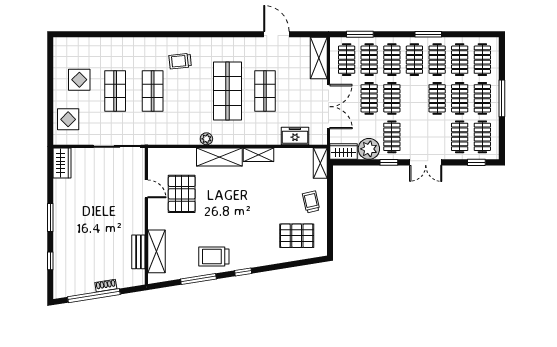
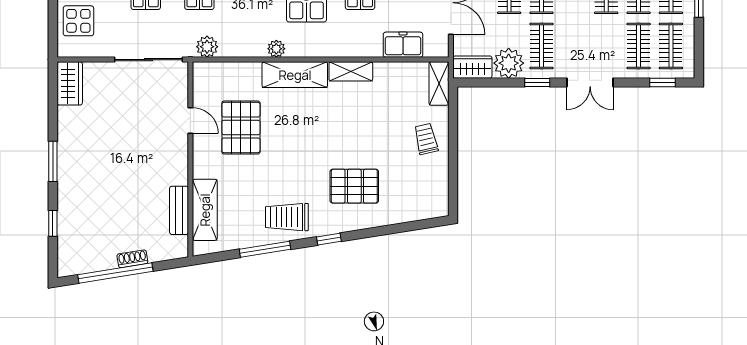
plant: (158, 137) -> (207, 47), added
pallet: (297, 236) -> (354, 186), moved

